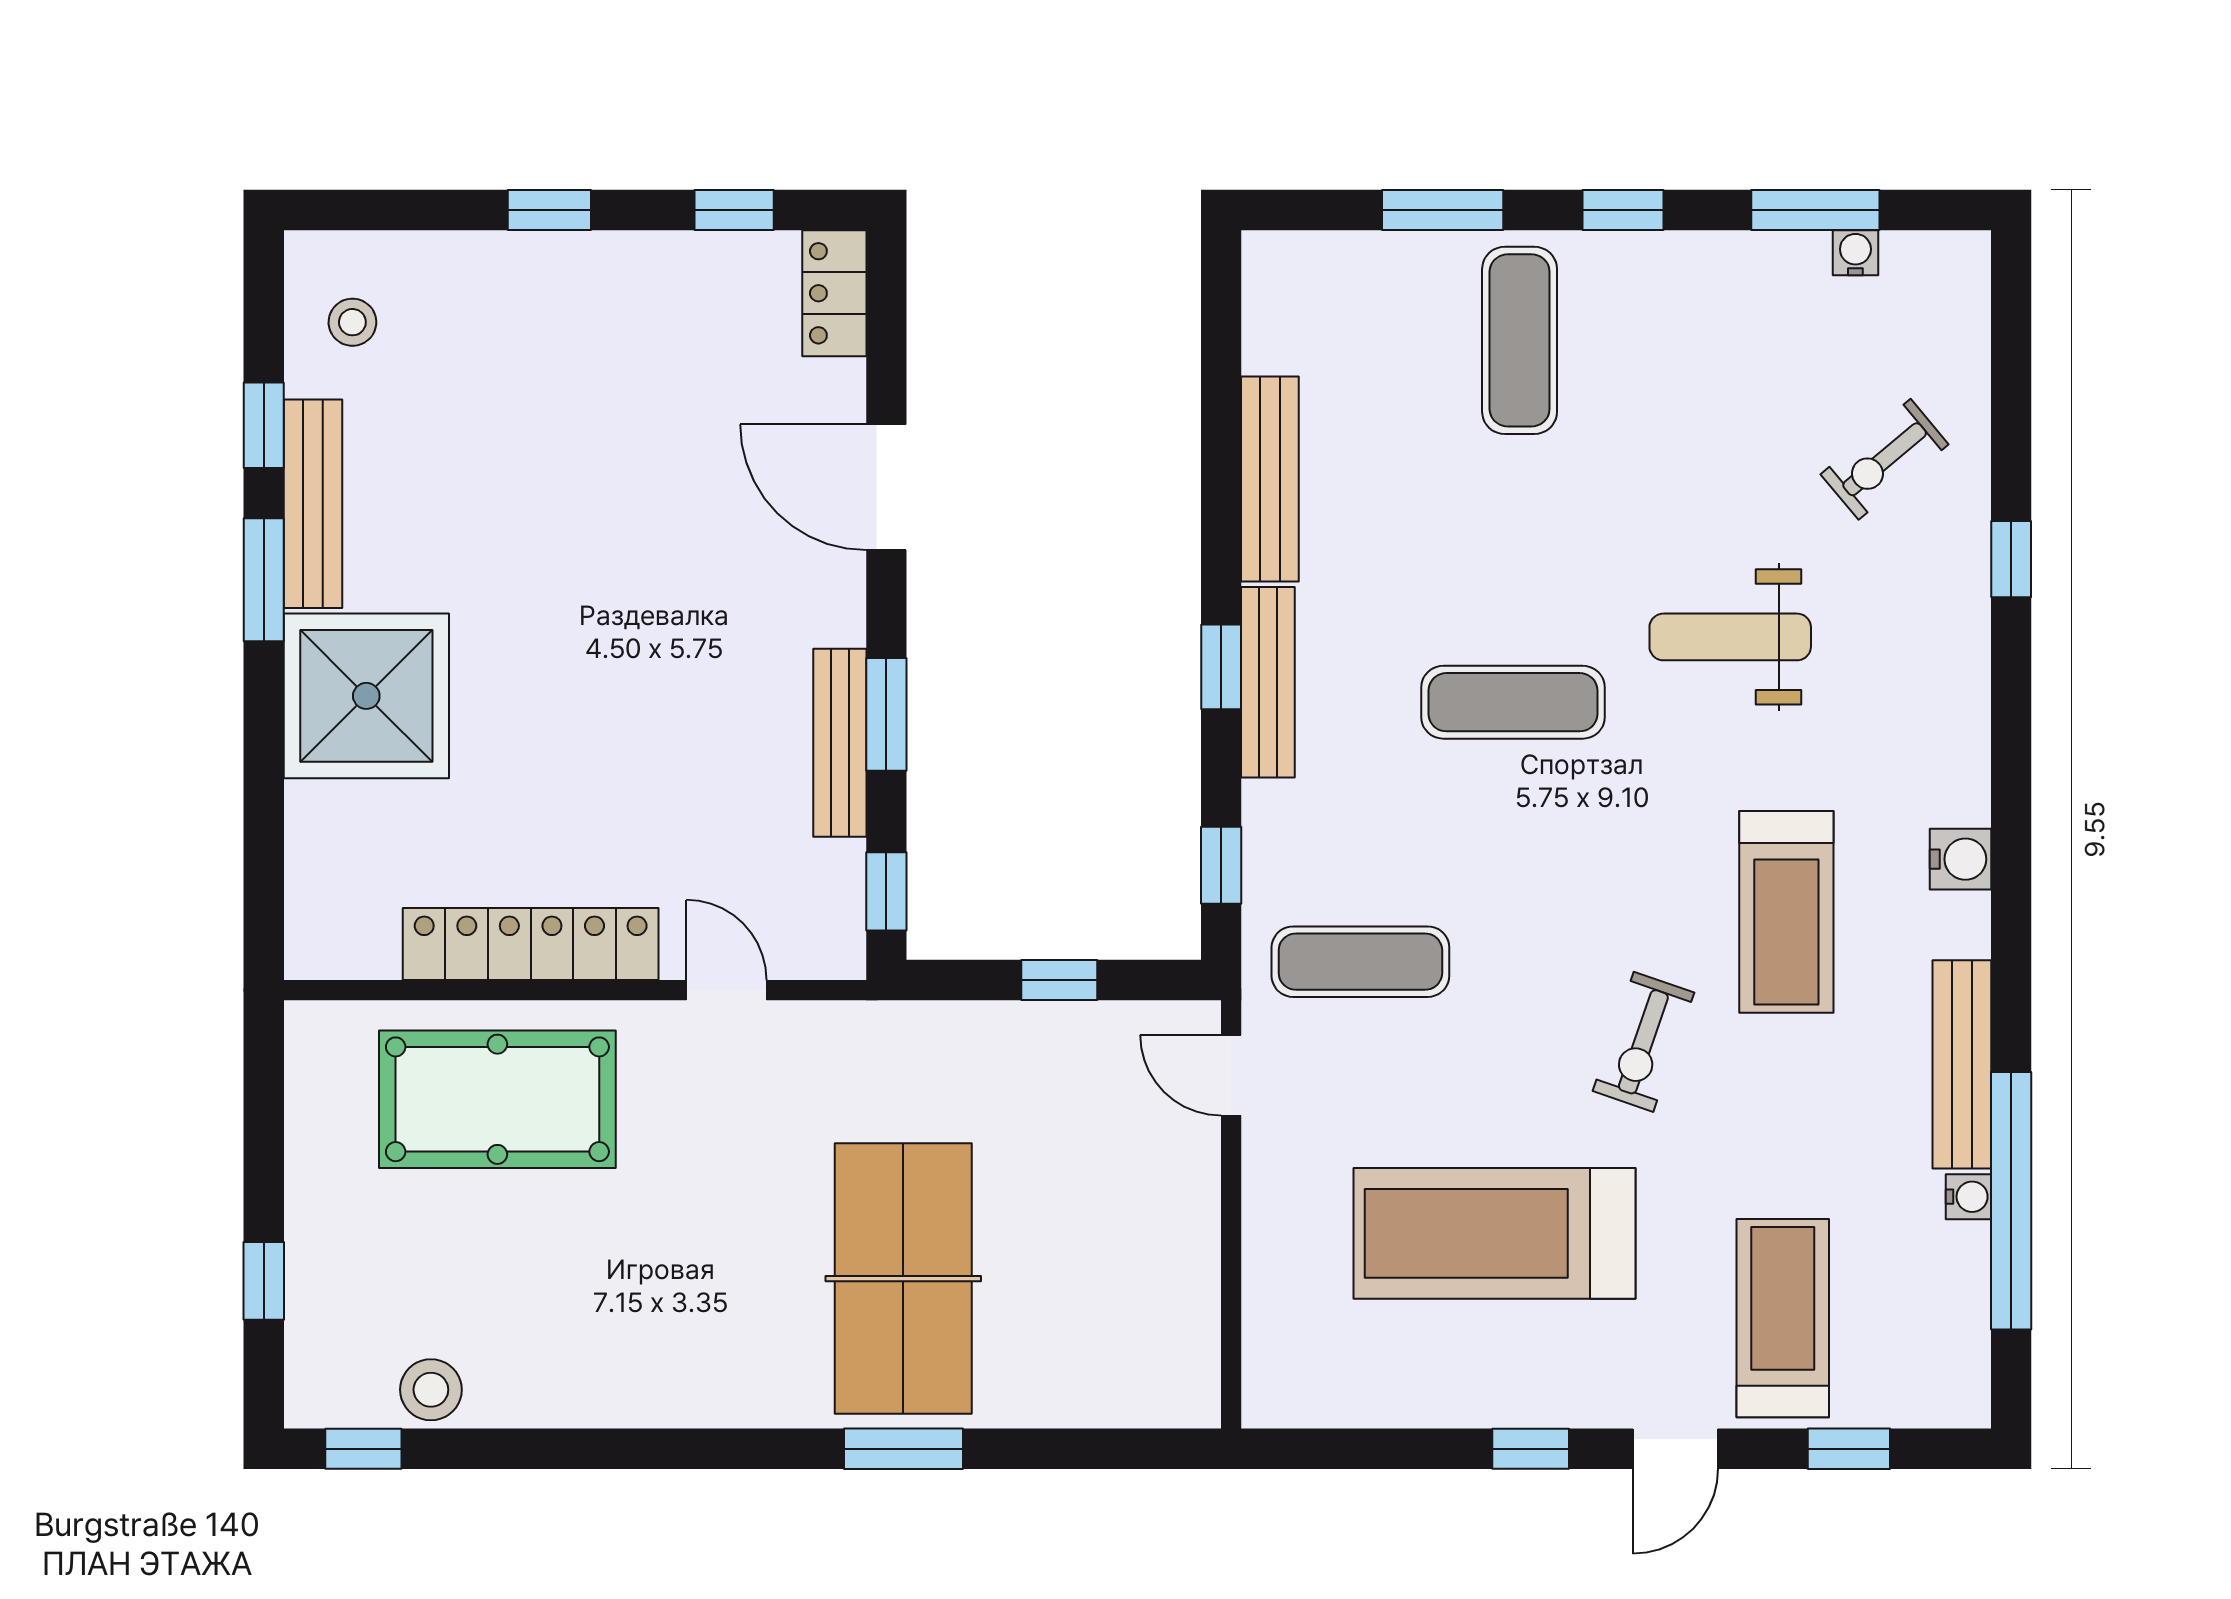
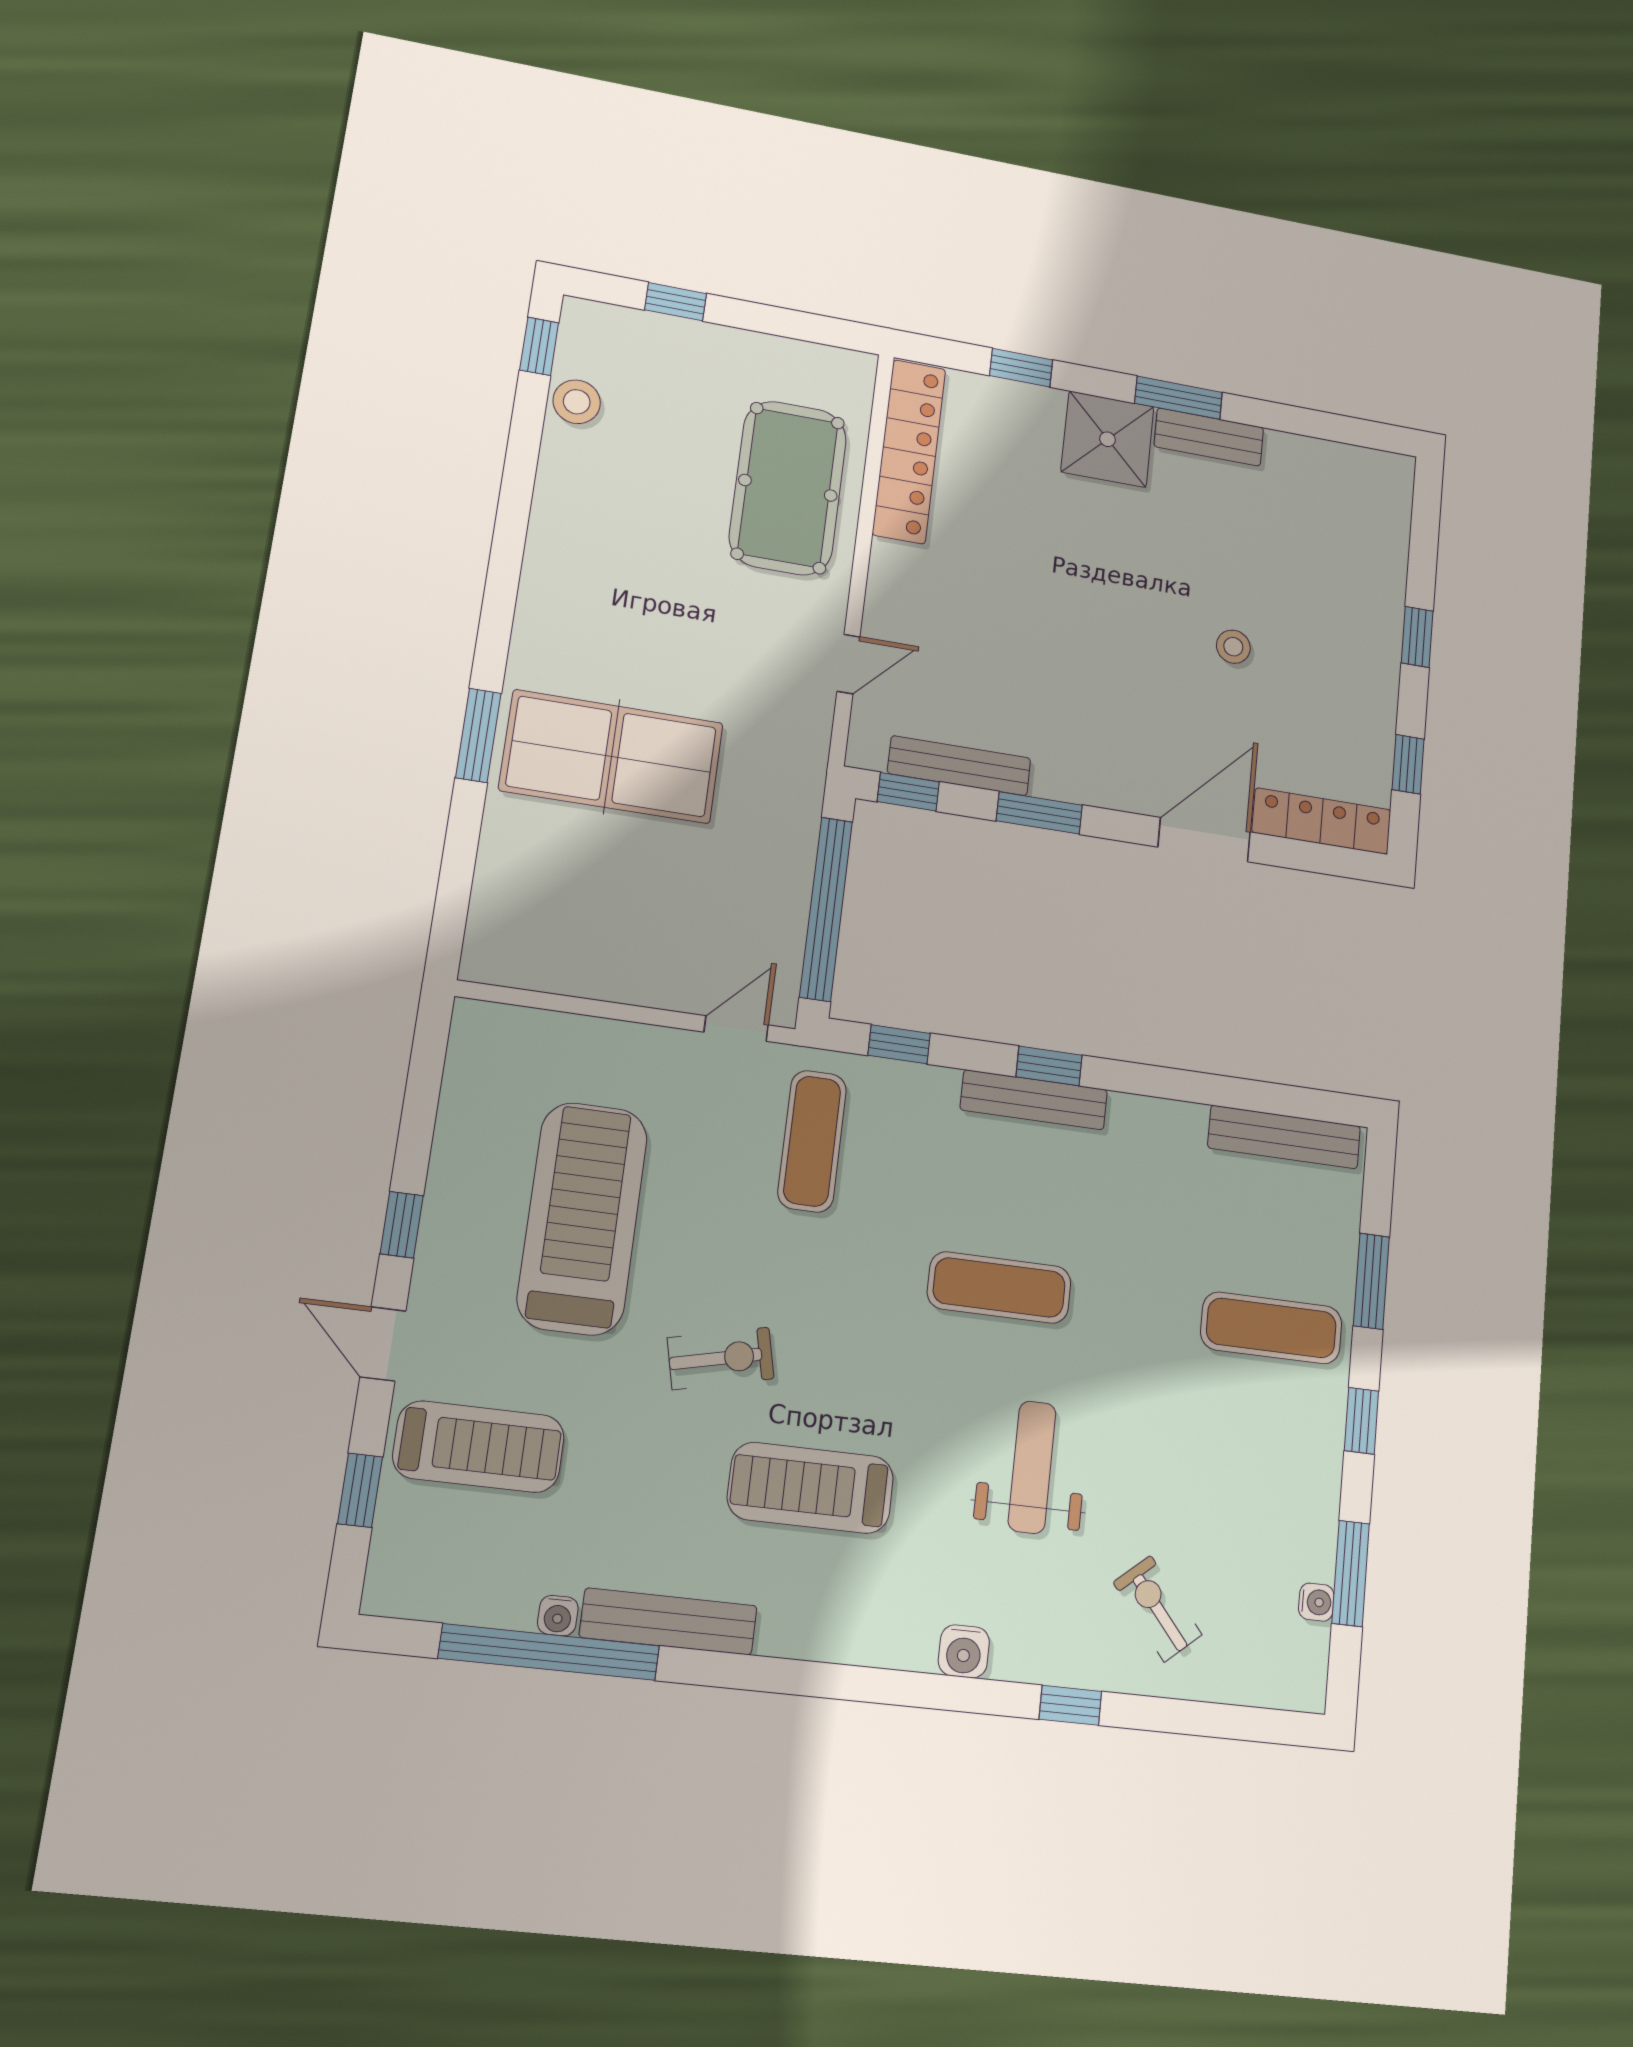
locker: (834, 293) -> (1322, 821), width x1.53
stool: (352, 322) -> (1233, 647), moved
window: (264, 425) -> (1021, 368), moved
bench: (1270, 479) -> (1284, 1137), moved
bench: (313, 504) -> (1209, 437), width x0.73
shower: (366, 696) -> (1107, 439), width x0.73, depth x0.73
exercise mat: (1513, 702) -> (999, 1288), turned 90
bench: (840, 743) -> (959, 766), moved
water cooler: (1960, 859) -> (964, 1651), moved
locker: (531, 944) -> (909, 451), moved
window: (1059, 980) -> (826, 909), width x3.17
exercise bike: (1643, 1042) -> (721, 1358), turned 148

